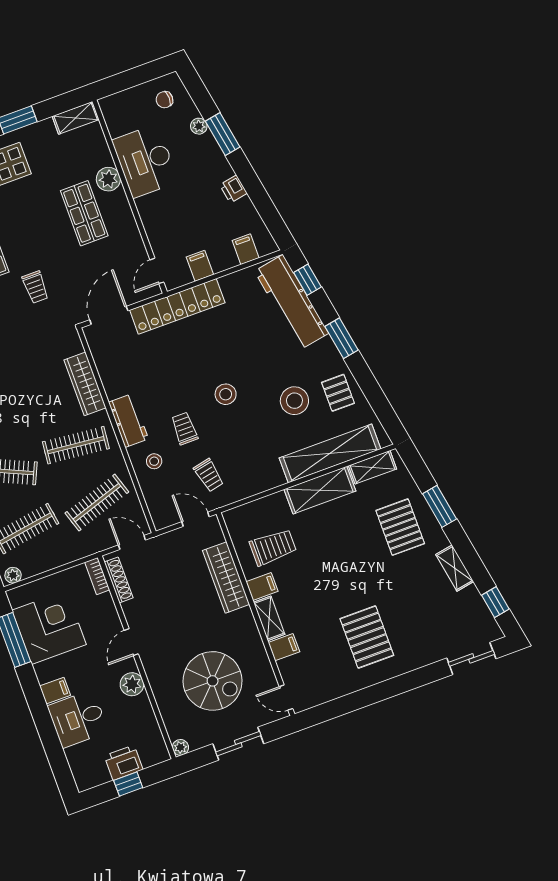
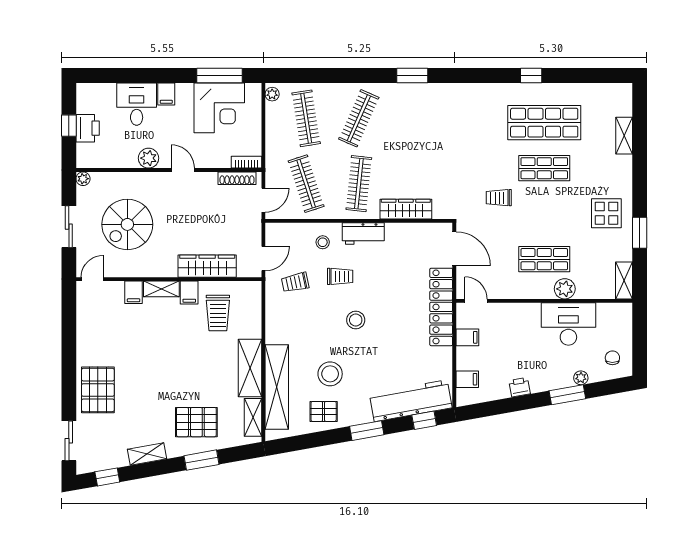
pallet: (367, 637) -> (98, 390), moved, turned 90

